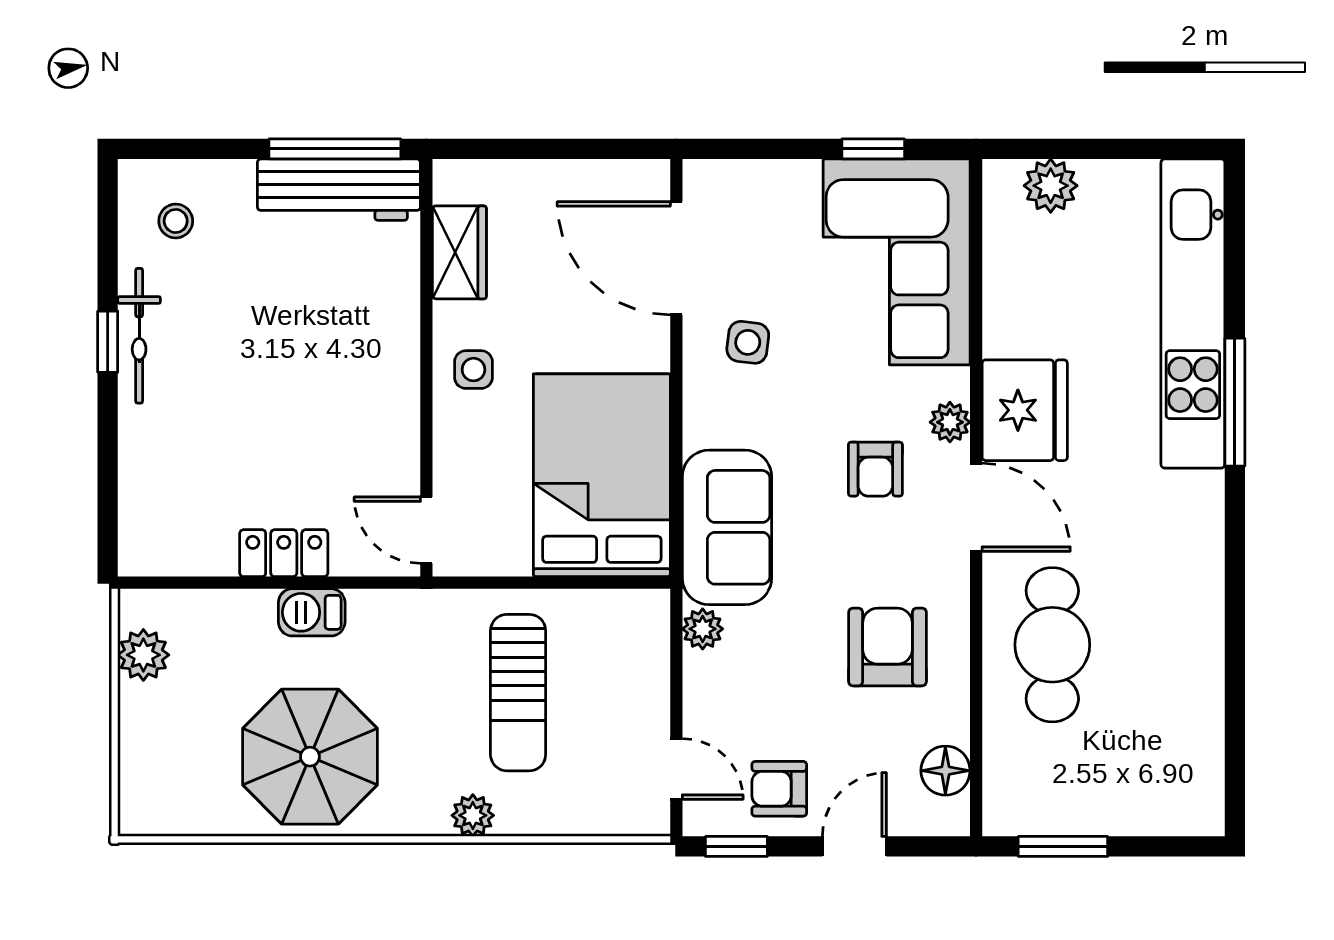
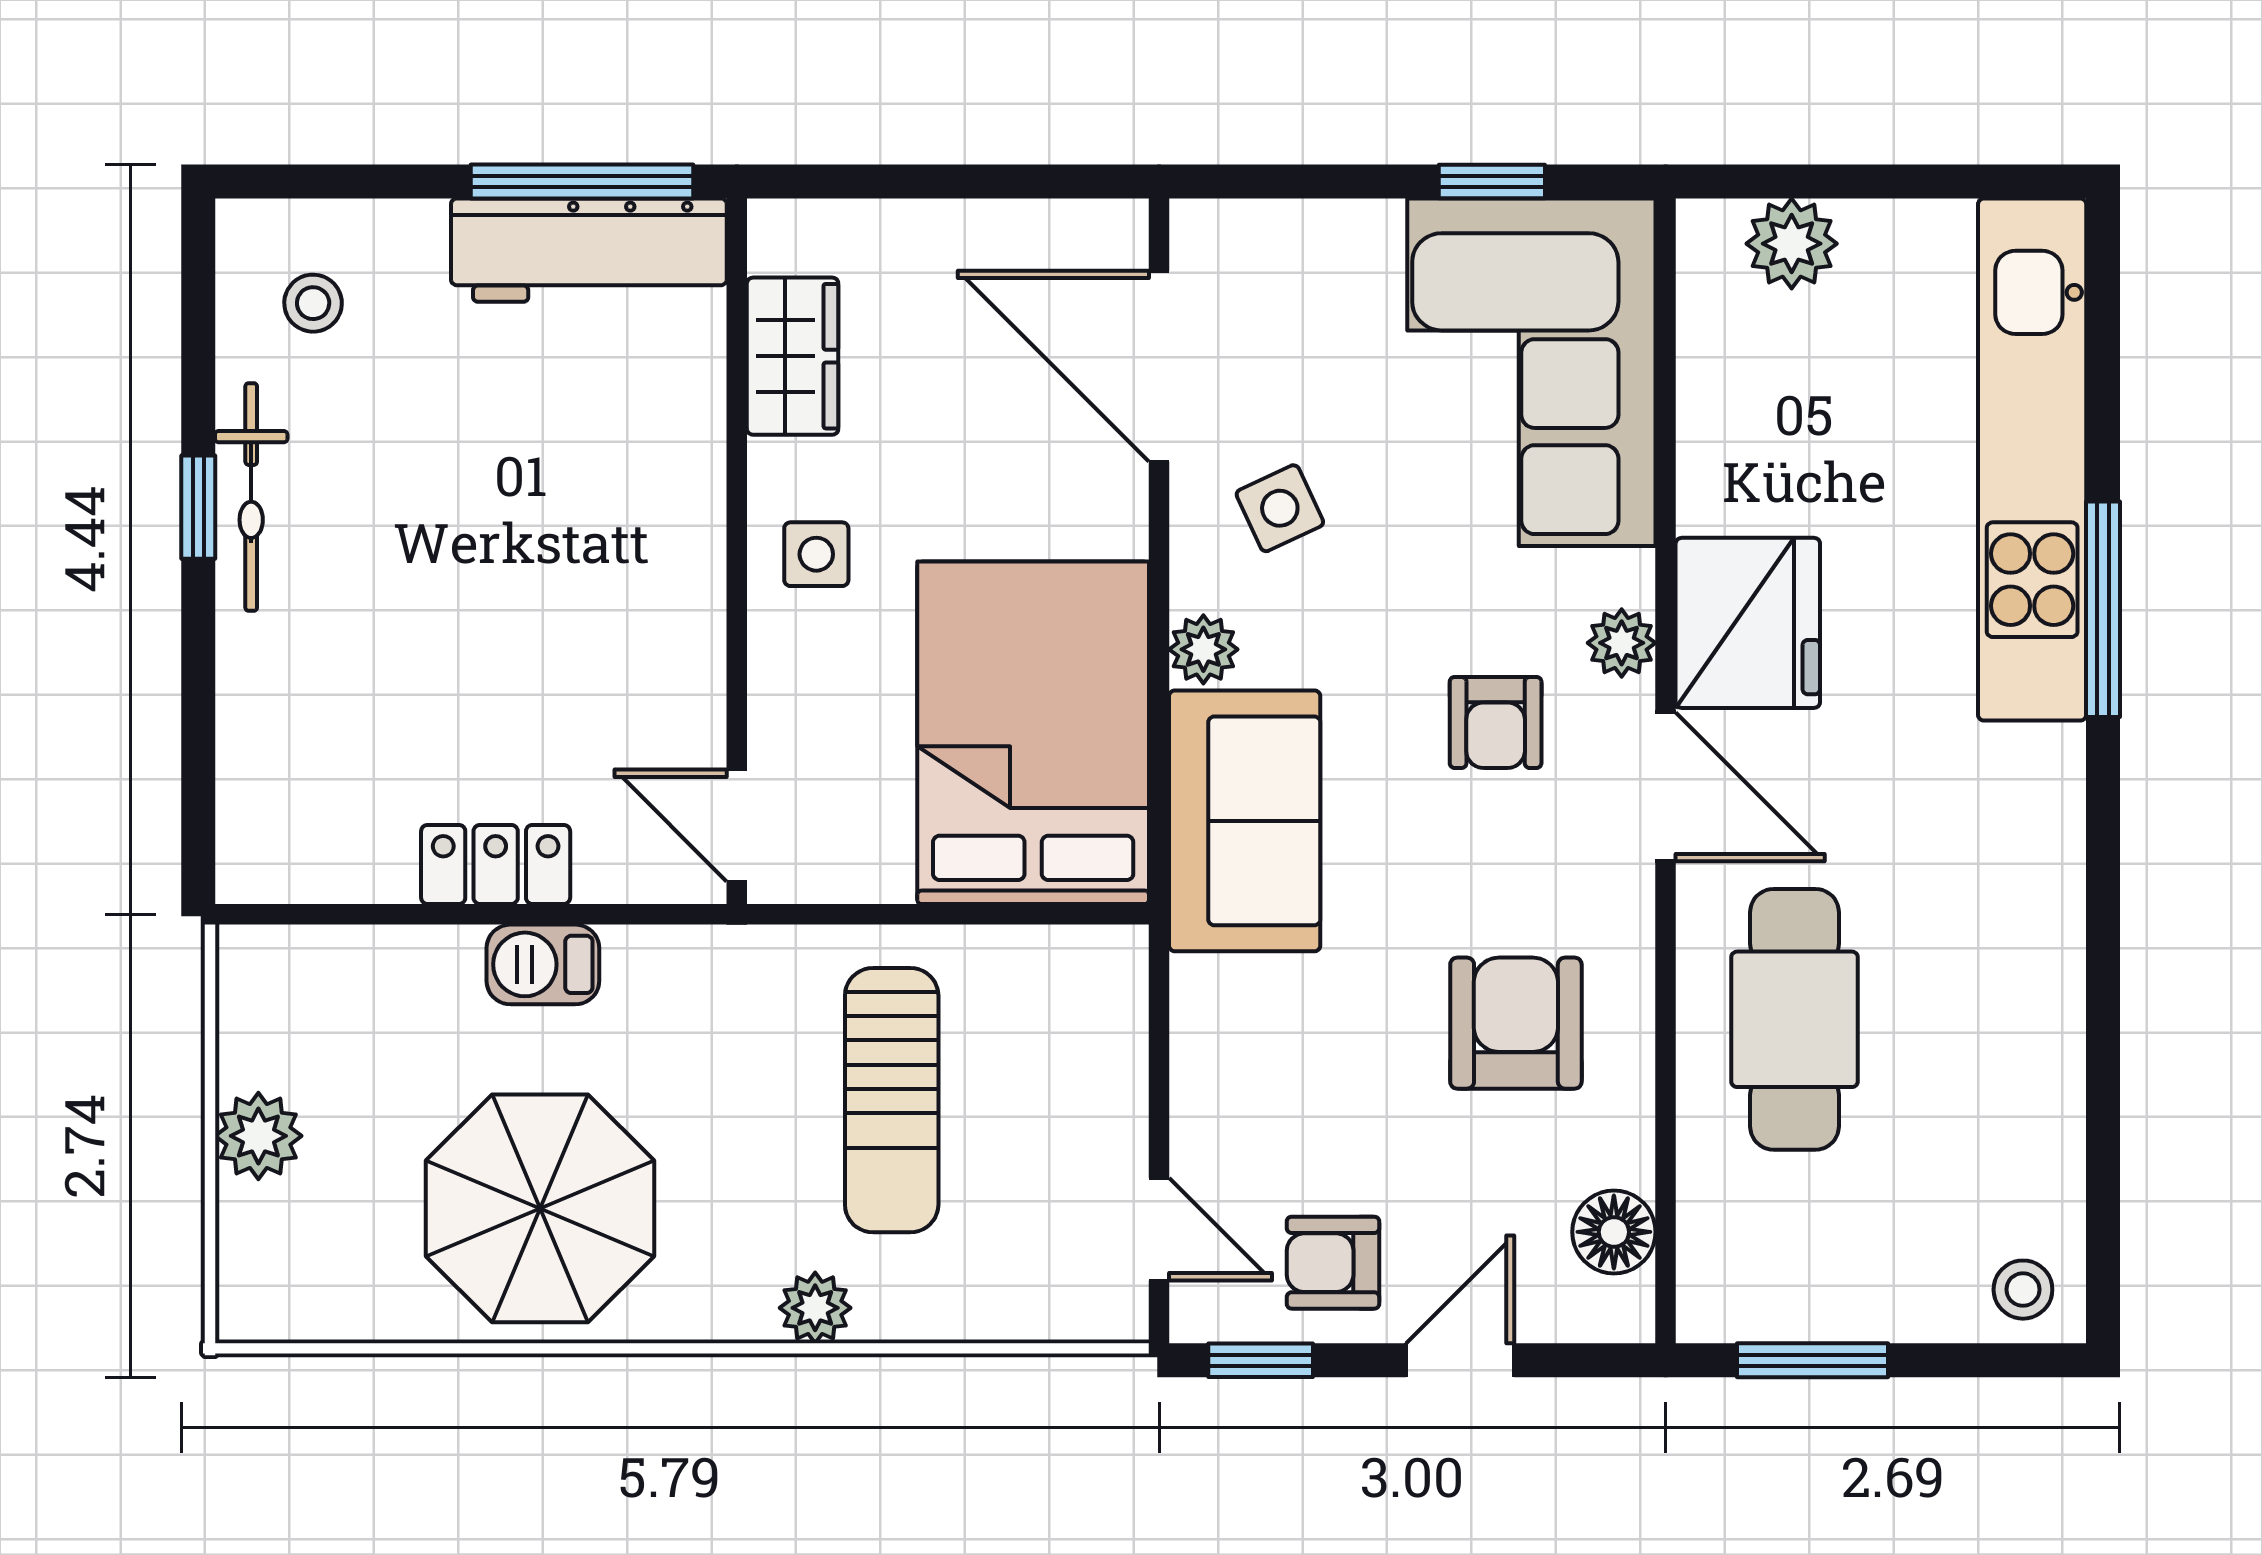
side table: (748, 342) -> (1280, 508), turned -32
plant: (703, 629) -> (1203, 649), moved
plant: (143, 655) -> (258, 1136), moved
stool: (1188, 805) -> (2023, 1290), added

